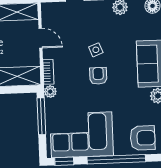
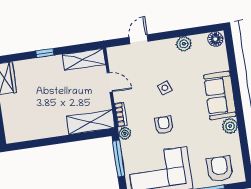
armchair: (98, 76) -> (164, 125), moved
armchair: (143, 138) -> (220, 169), turned -90

